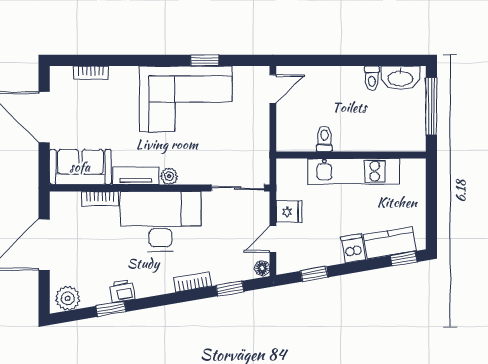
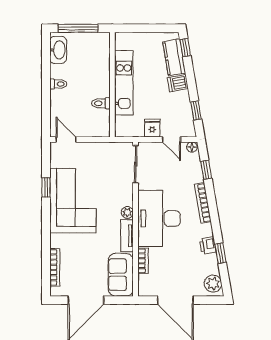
bookcase: (91, 73) -> (55, 267), width x1.56
toilet: (372, 78) -> (58, 84), moved
bookcase: (193, 282) -> (203, 203), width x1.56

